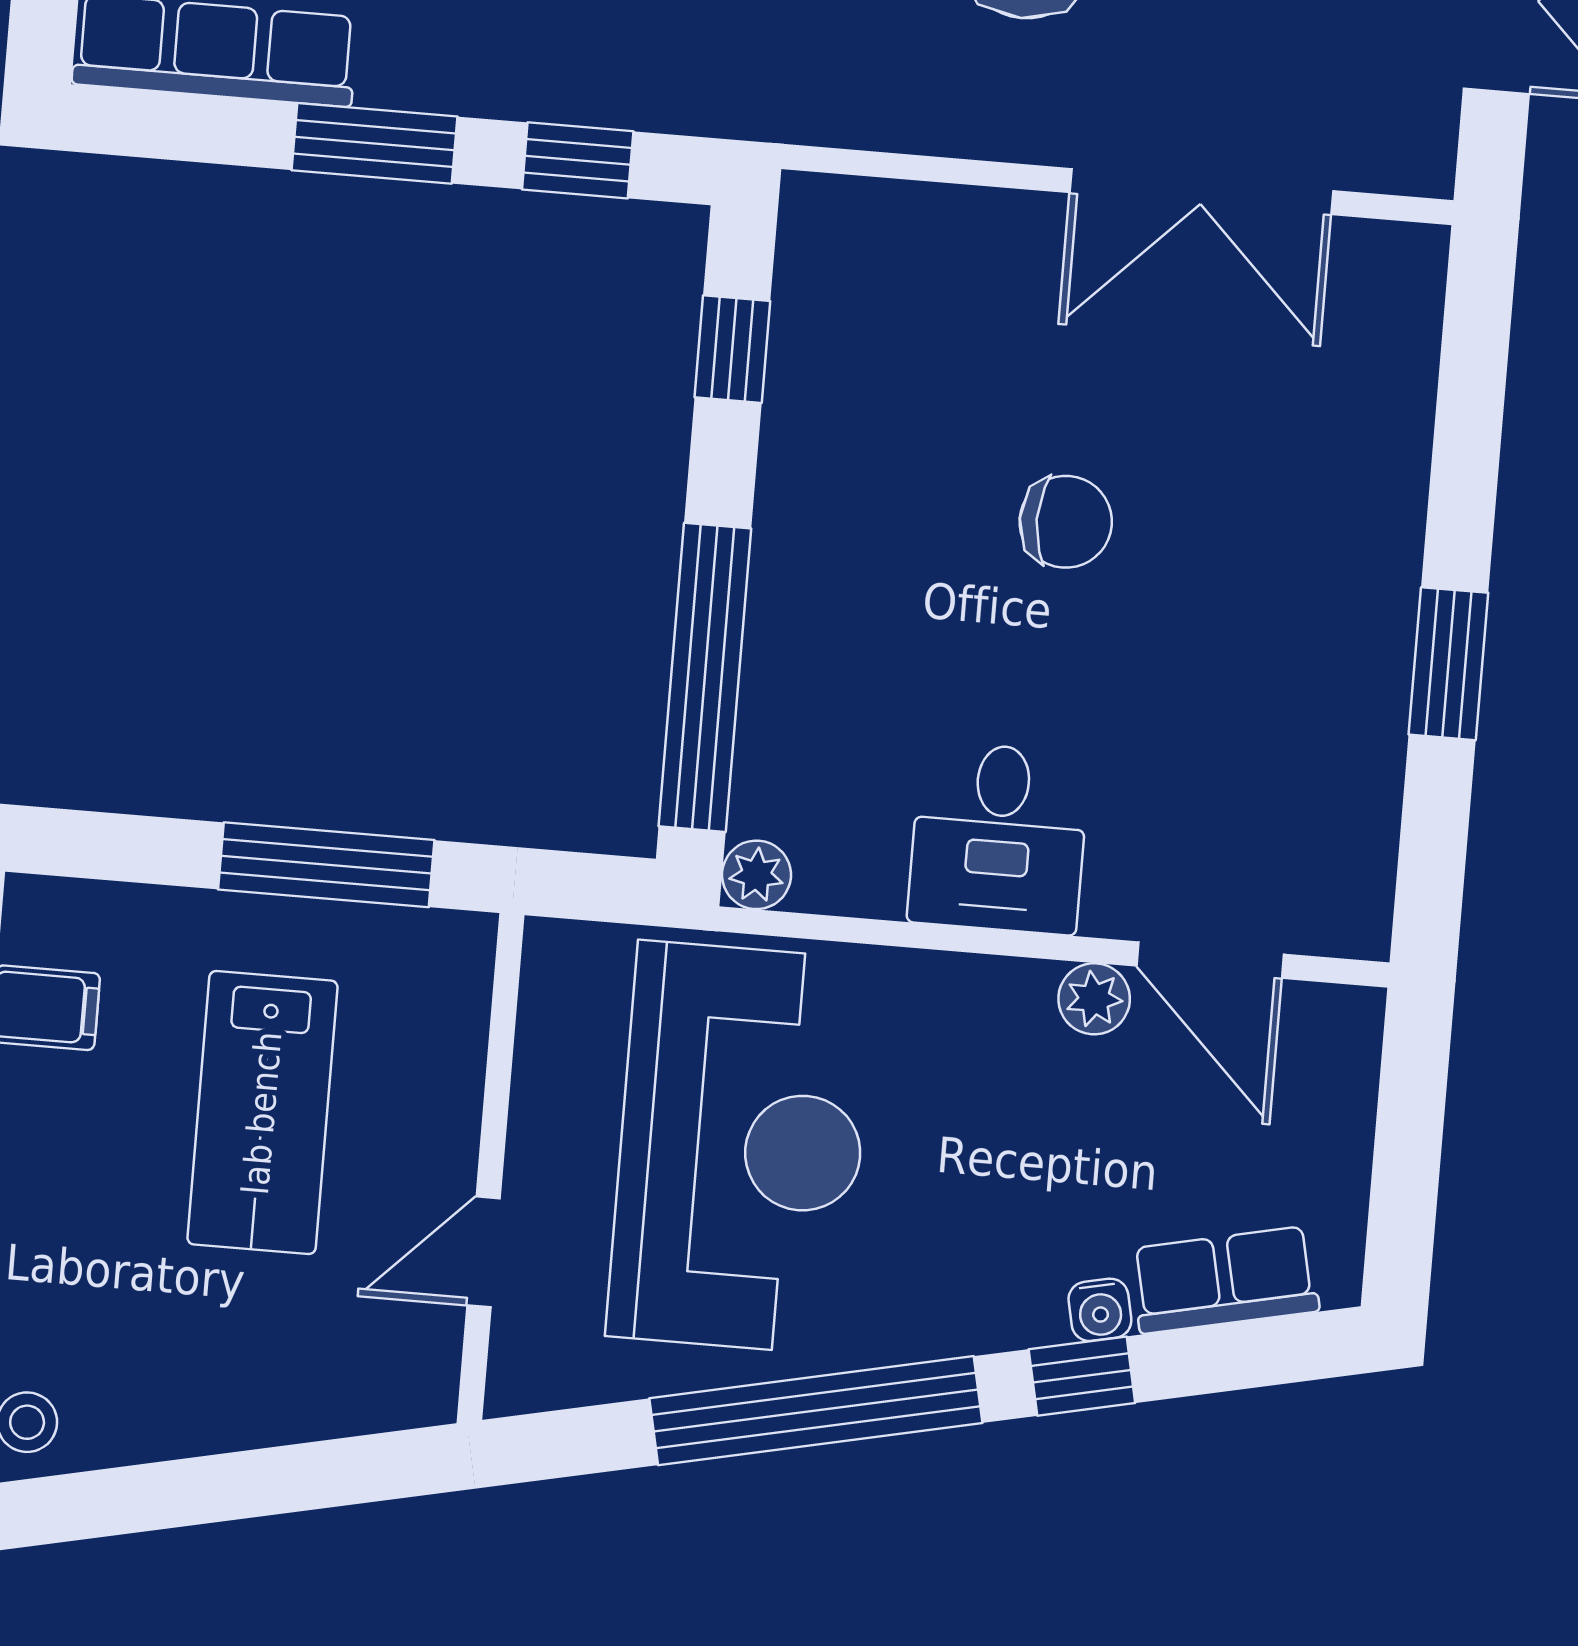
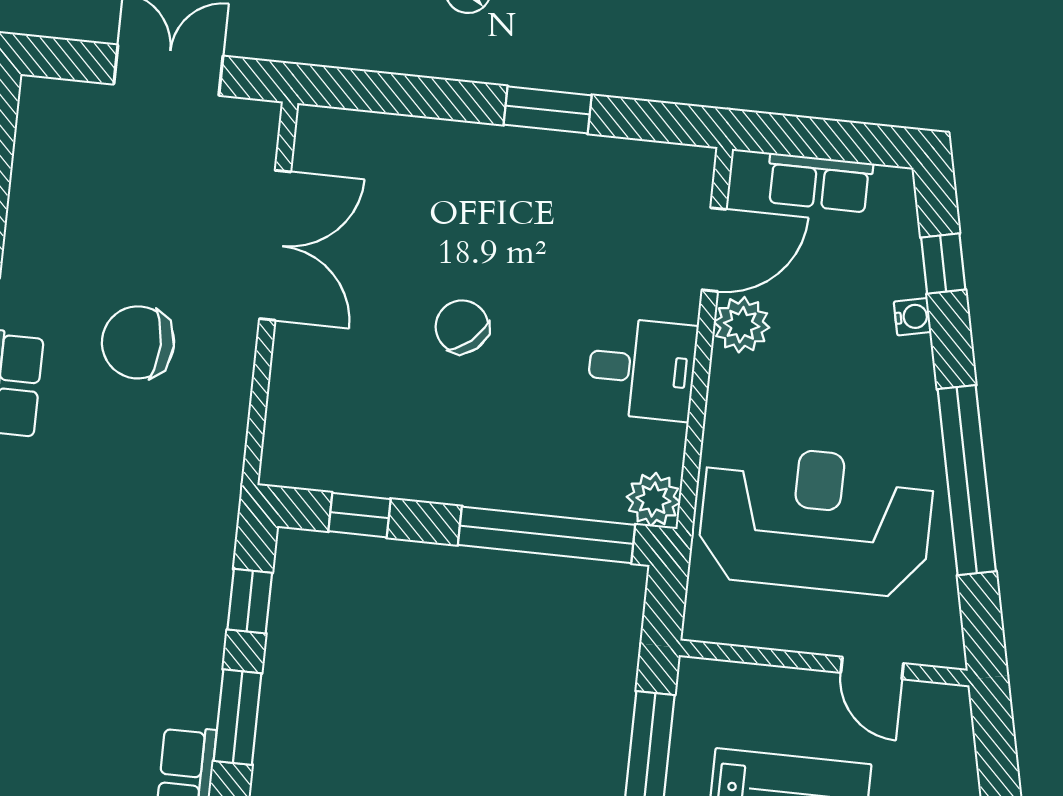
chair: (1066, 522) -> (462, 327), turned -41
plant: (756, 875) -> (653, 500), width x1.38, depth x1.38
plant: (1094, 999) -> (742, 325), width x1.38, depth x1.38
row of seats: (1225, 1280) -> (819, 183), moved, turned -78
window: (1082, 1376) -> (943, 264), moved

